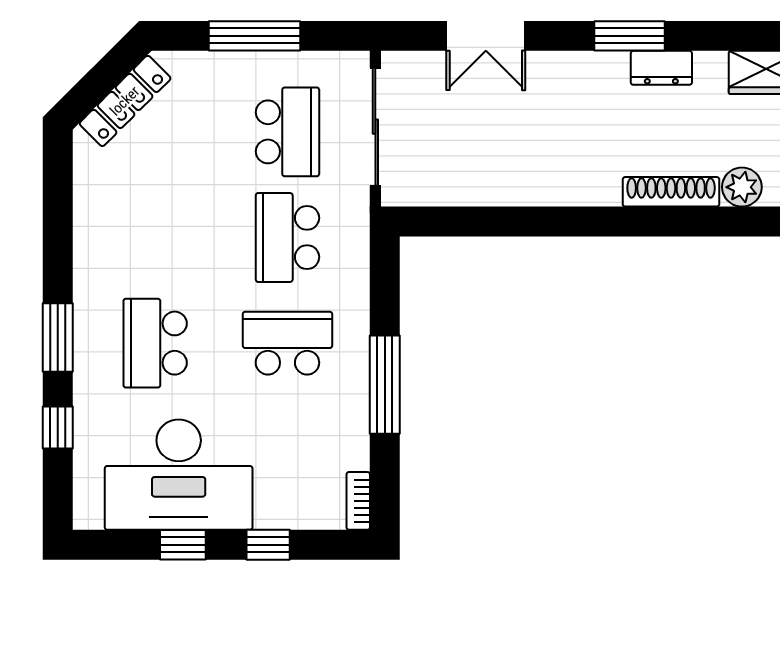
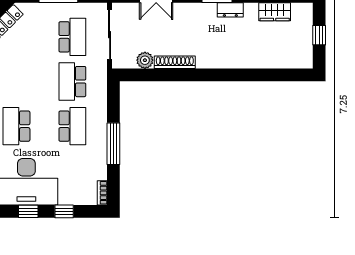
plant: (742, 187) -> (145, 60), moved
shoe rack: (671, 192) -> (175, 62), moved
school desk: (287, 343) -> (72, 126), turned 90

